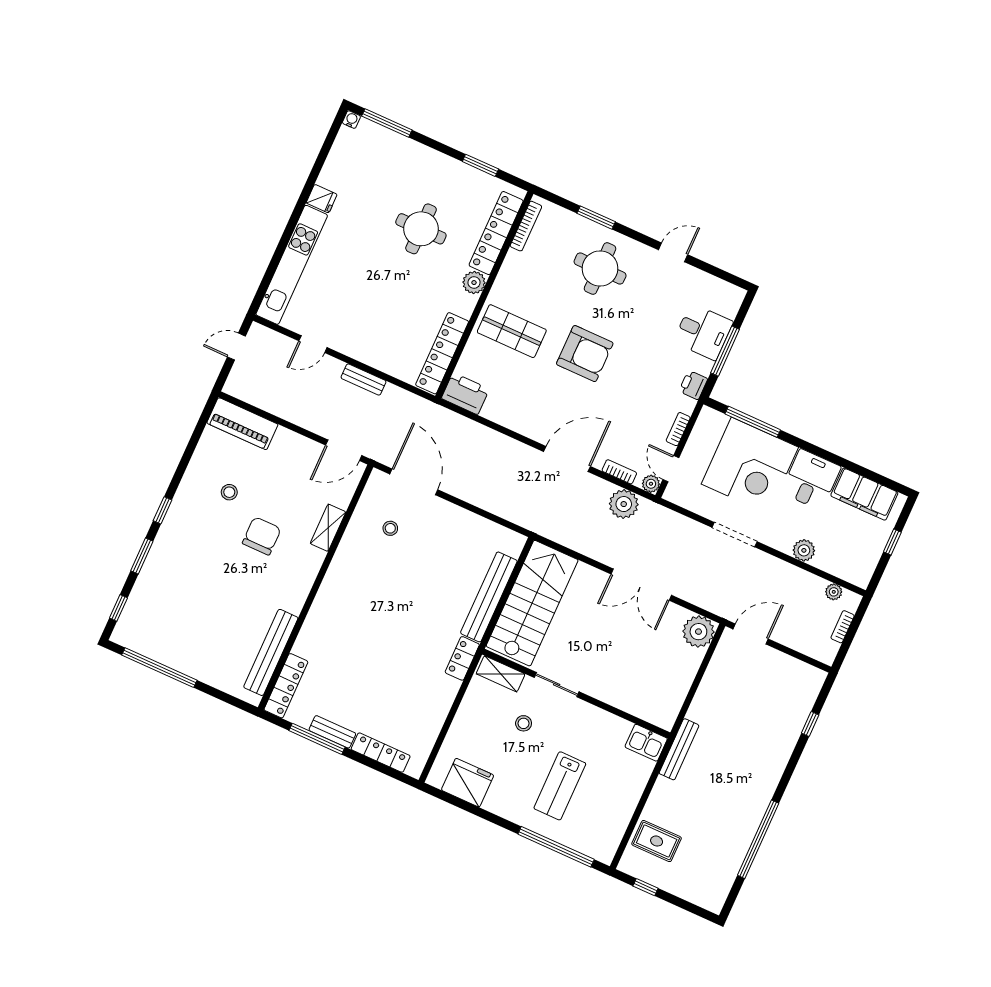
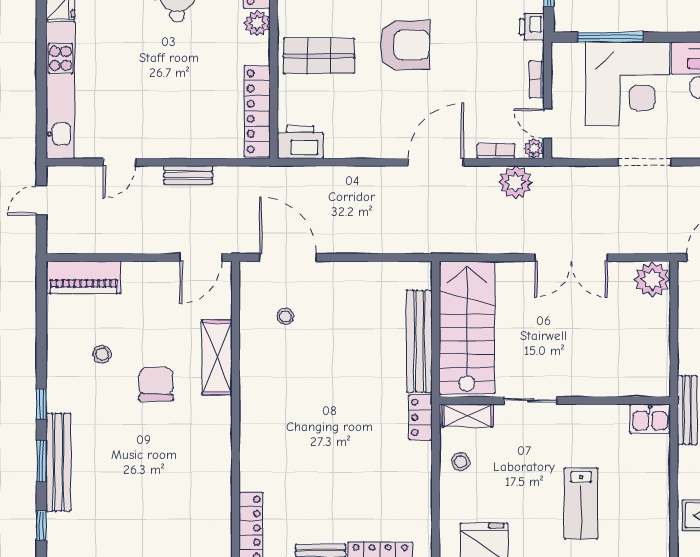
shelving: (328, 528) -> (217, 357), width x1.50, depth x1.33
bench: (271, 652) -> (58, 462), moved
stool: (524, 723) -> (461, 462), moved

